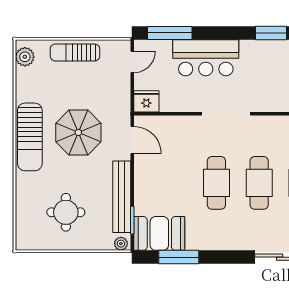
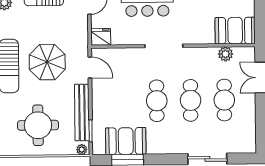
round table: (66, 212) -> (38, 125), width x1.36, depth x1.36
booth: (159, 233) -> (126, 141), moved

